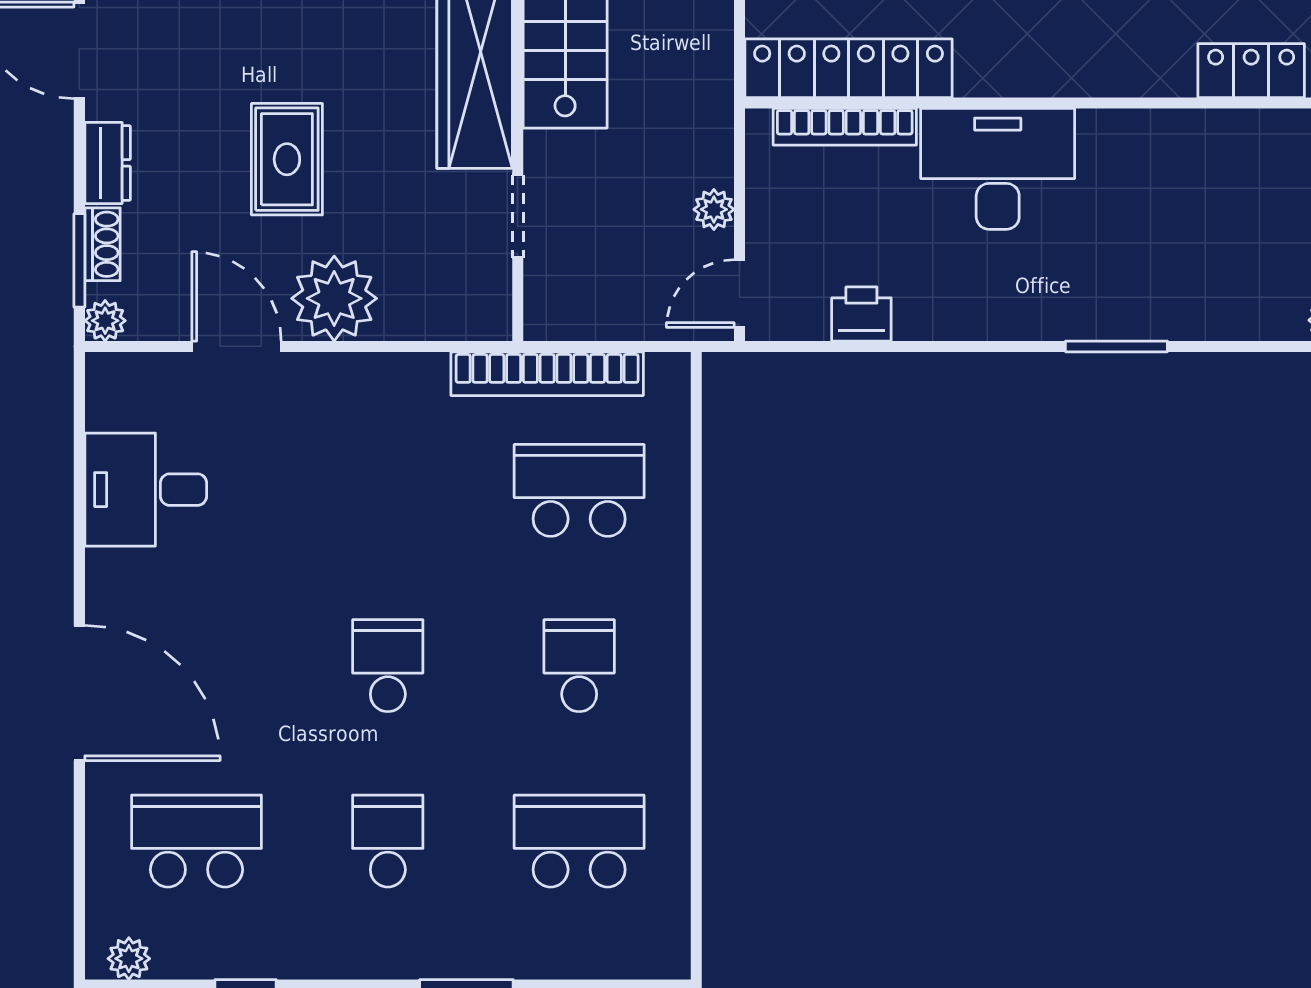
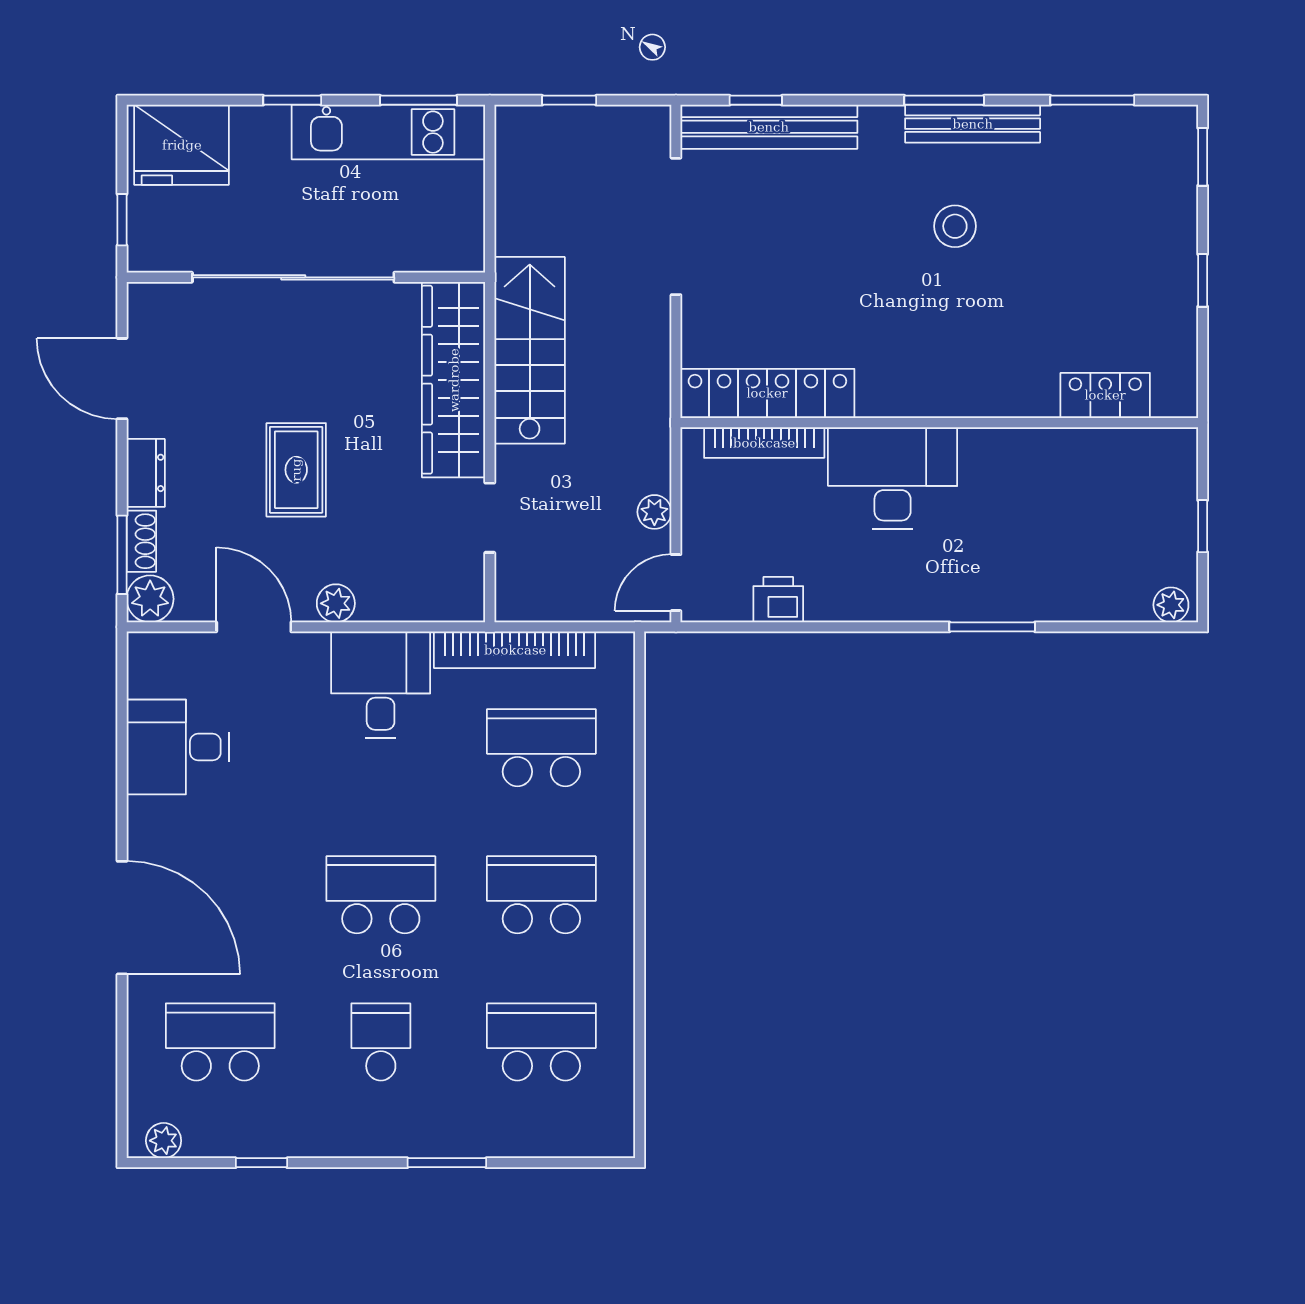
plant: (334, 298) -> (336, 603), width x0.53, depth x0.53
plant: (105, 321) -> (150, 599), width x1.38, depth x1.38
desk: (388, 416) -> (381, 685), added
school desk: (388, 666) -> (381, 895), width x1.85
school desk: (579, 666) -> (541, 895), width x1.85

